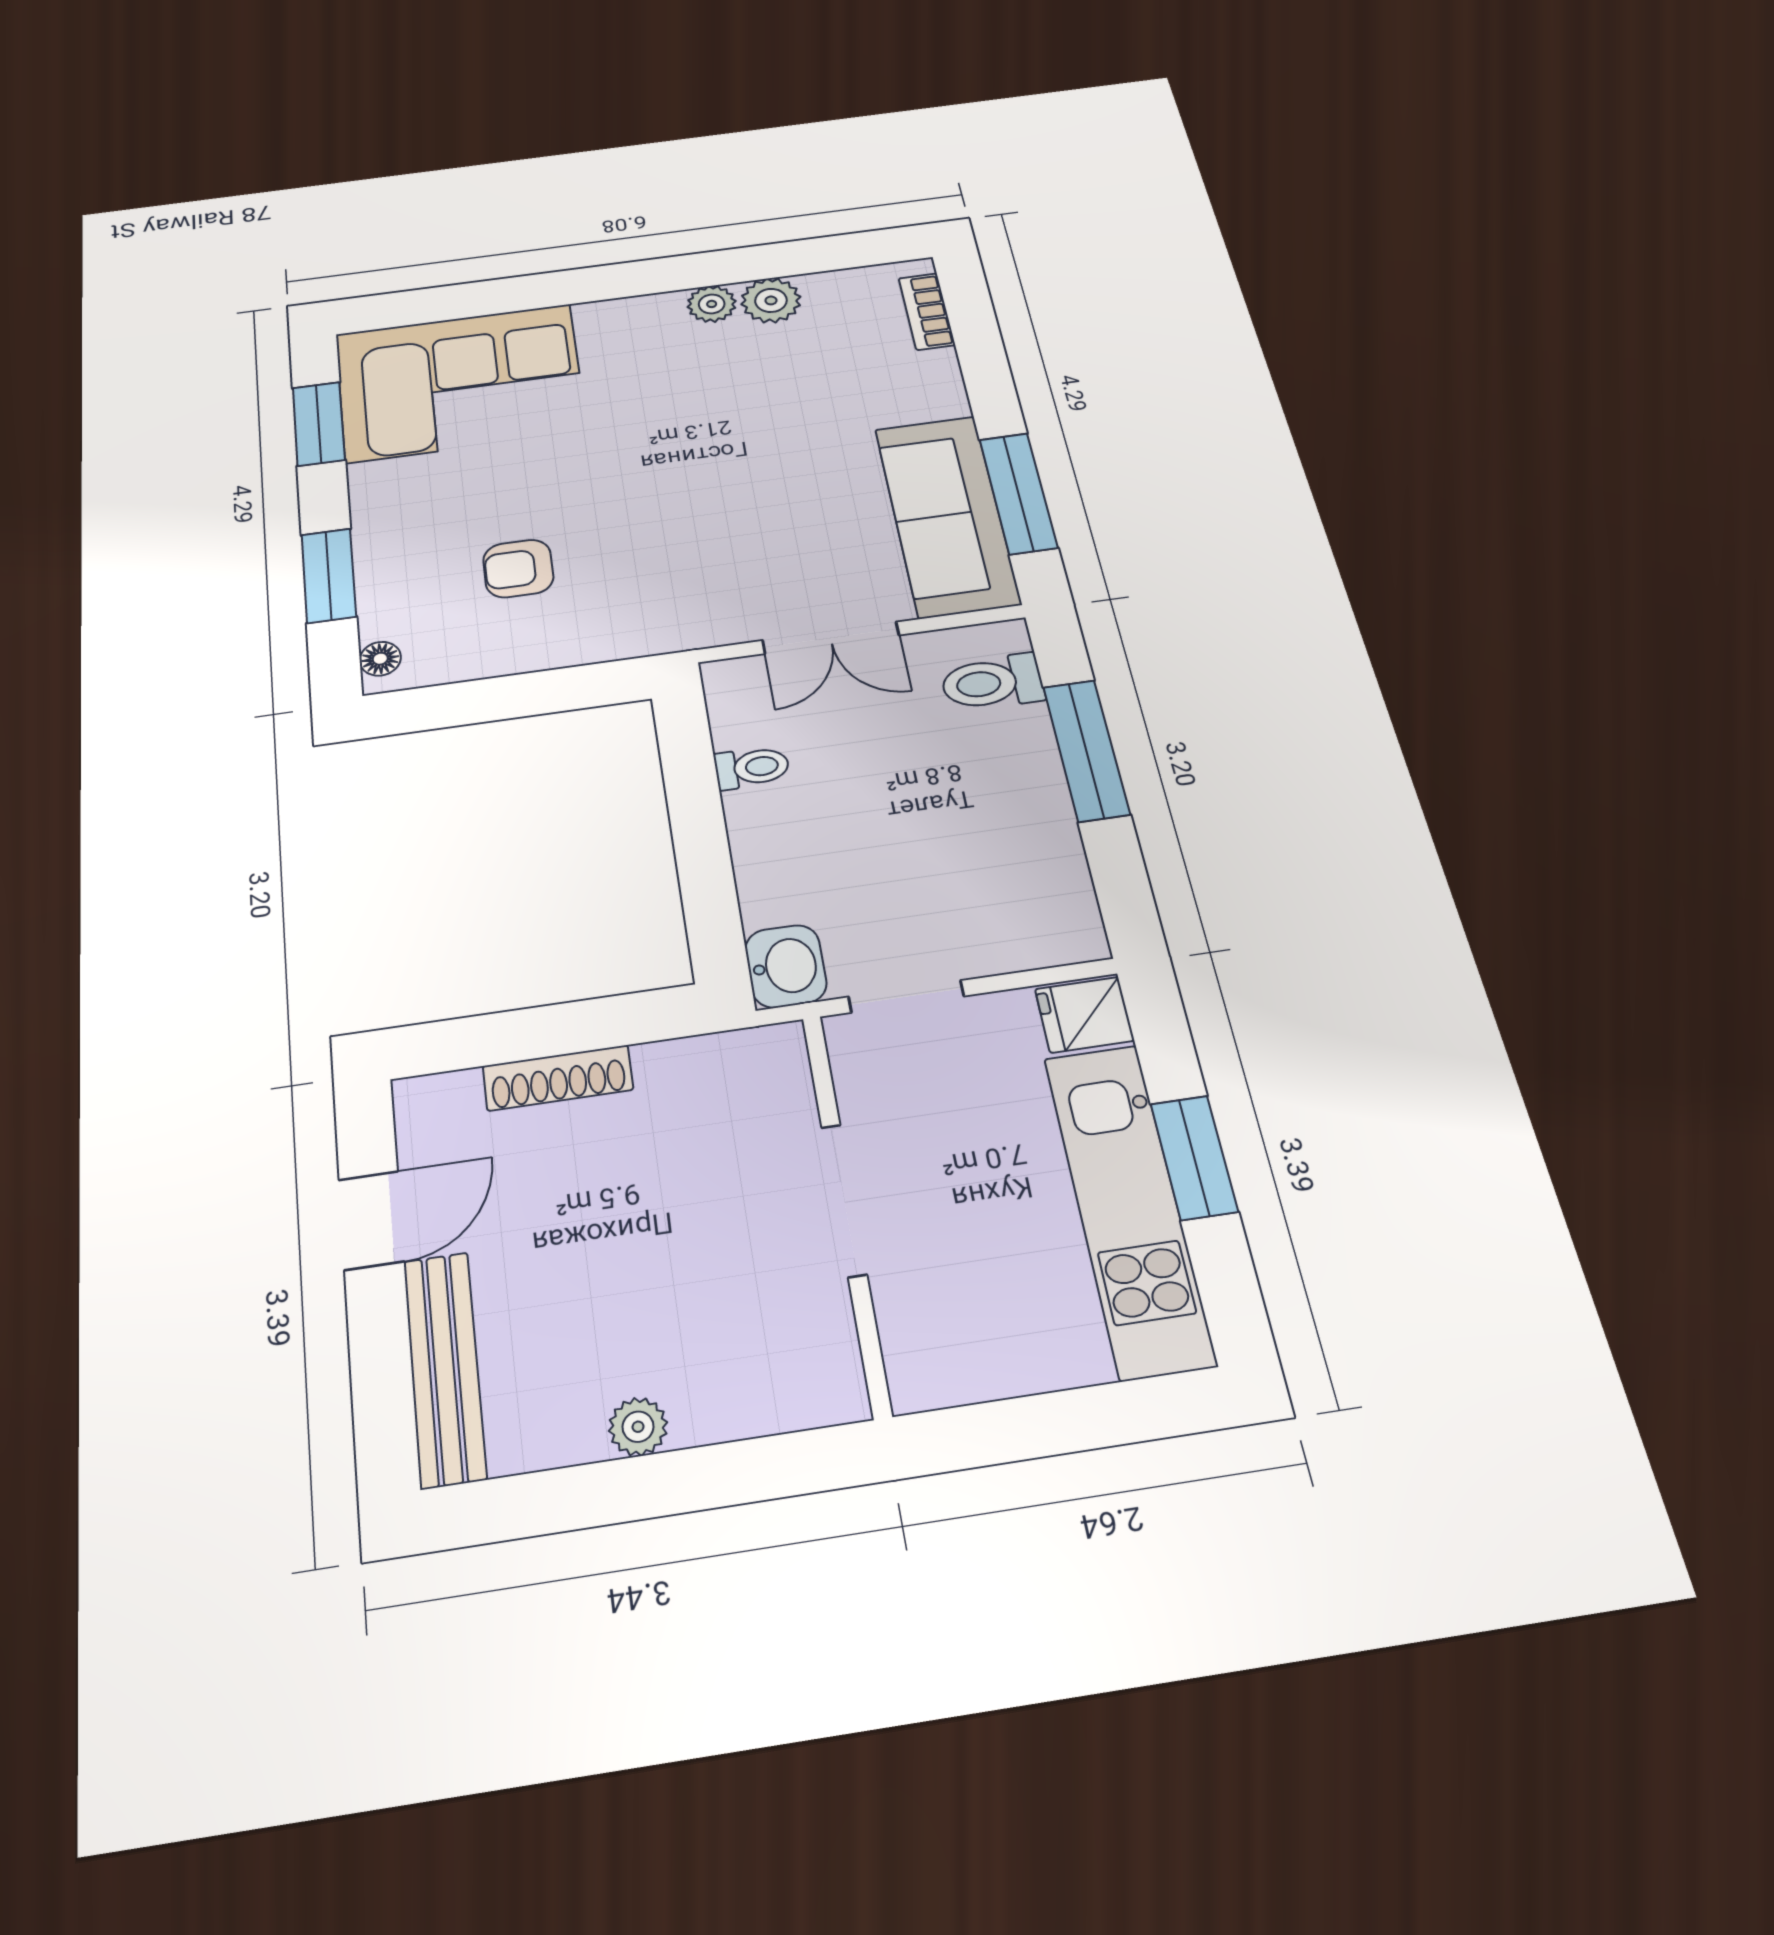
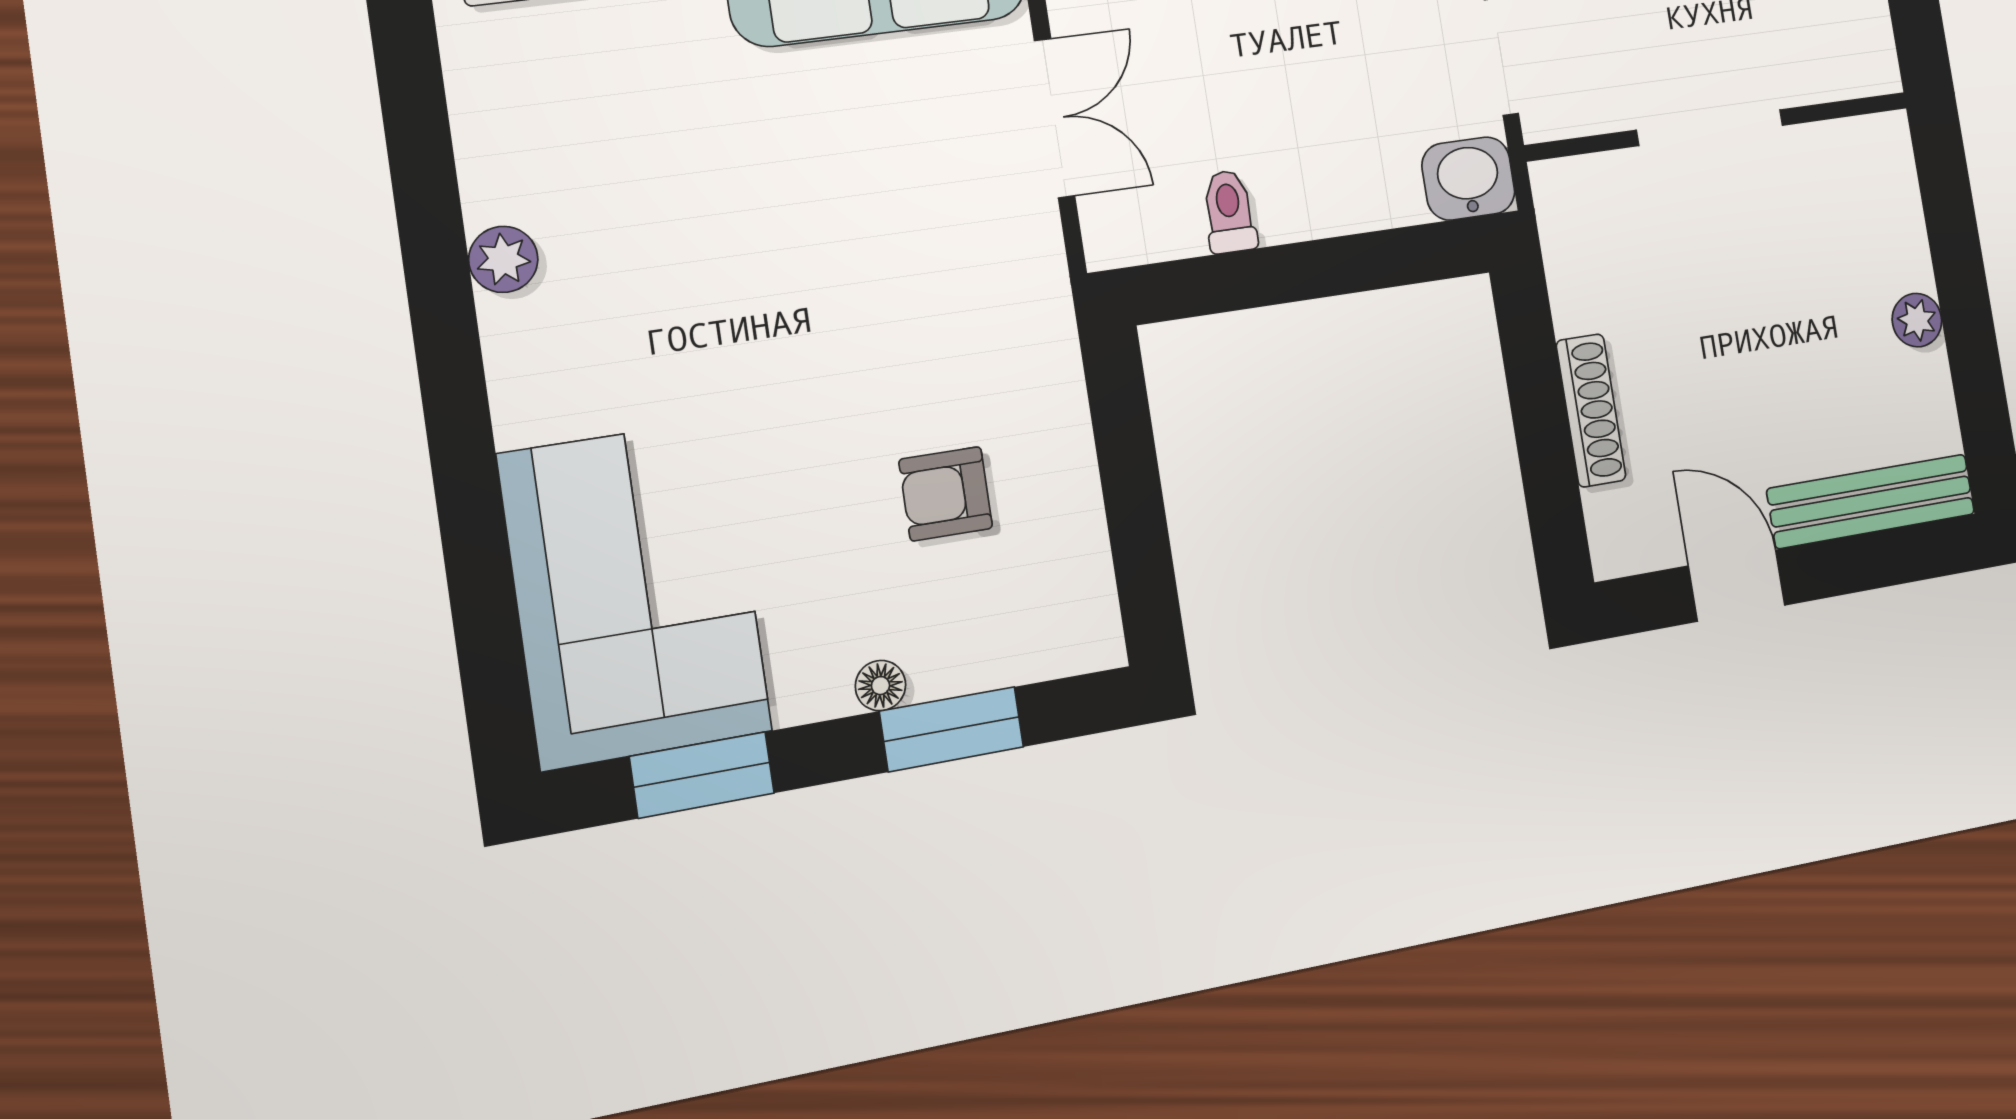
plant: (771, 300) -> (500, 179), removed
armchair: (518, 569) -> (946, 494), turned 90
floor lamp: (380, 659) -> (880, 686), moved

